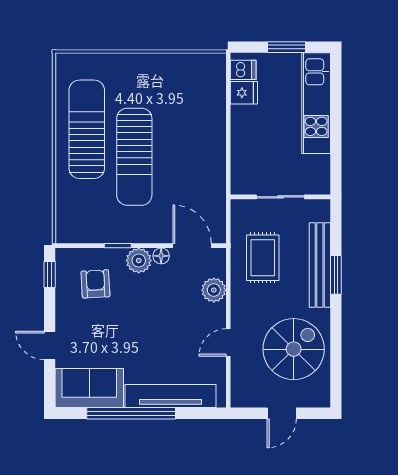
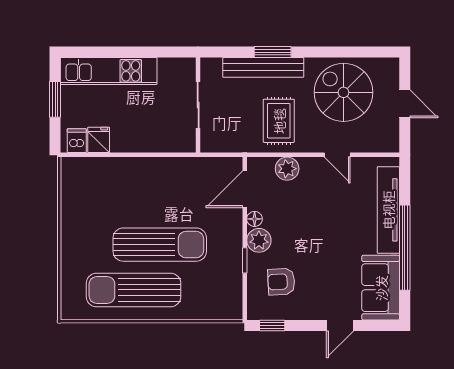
rug: (263, 258) -> (279, 121), moved, turned 90

